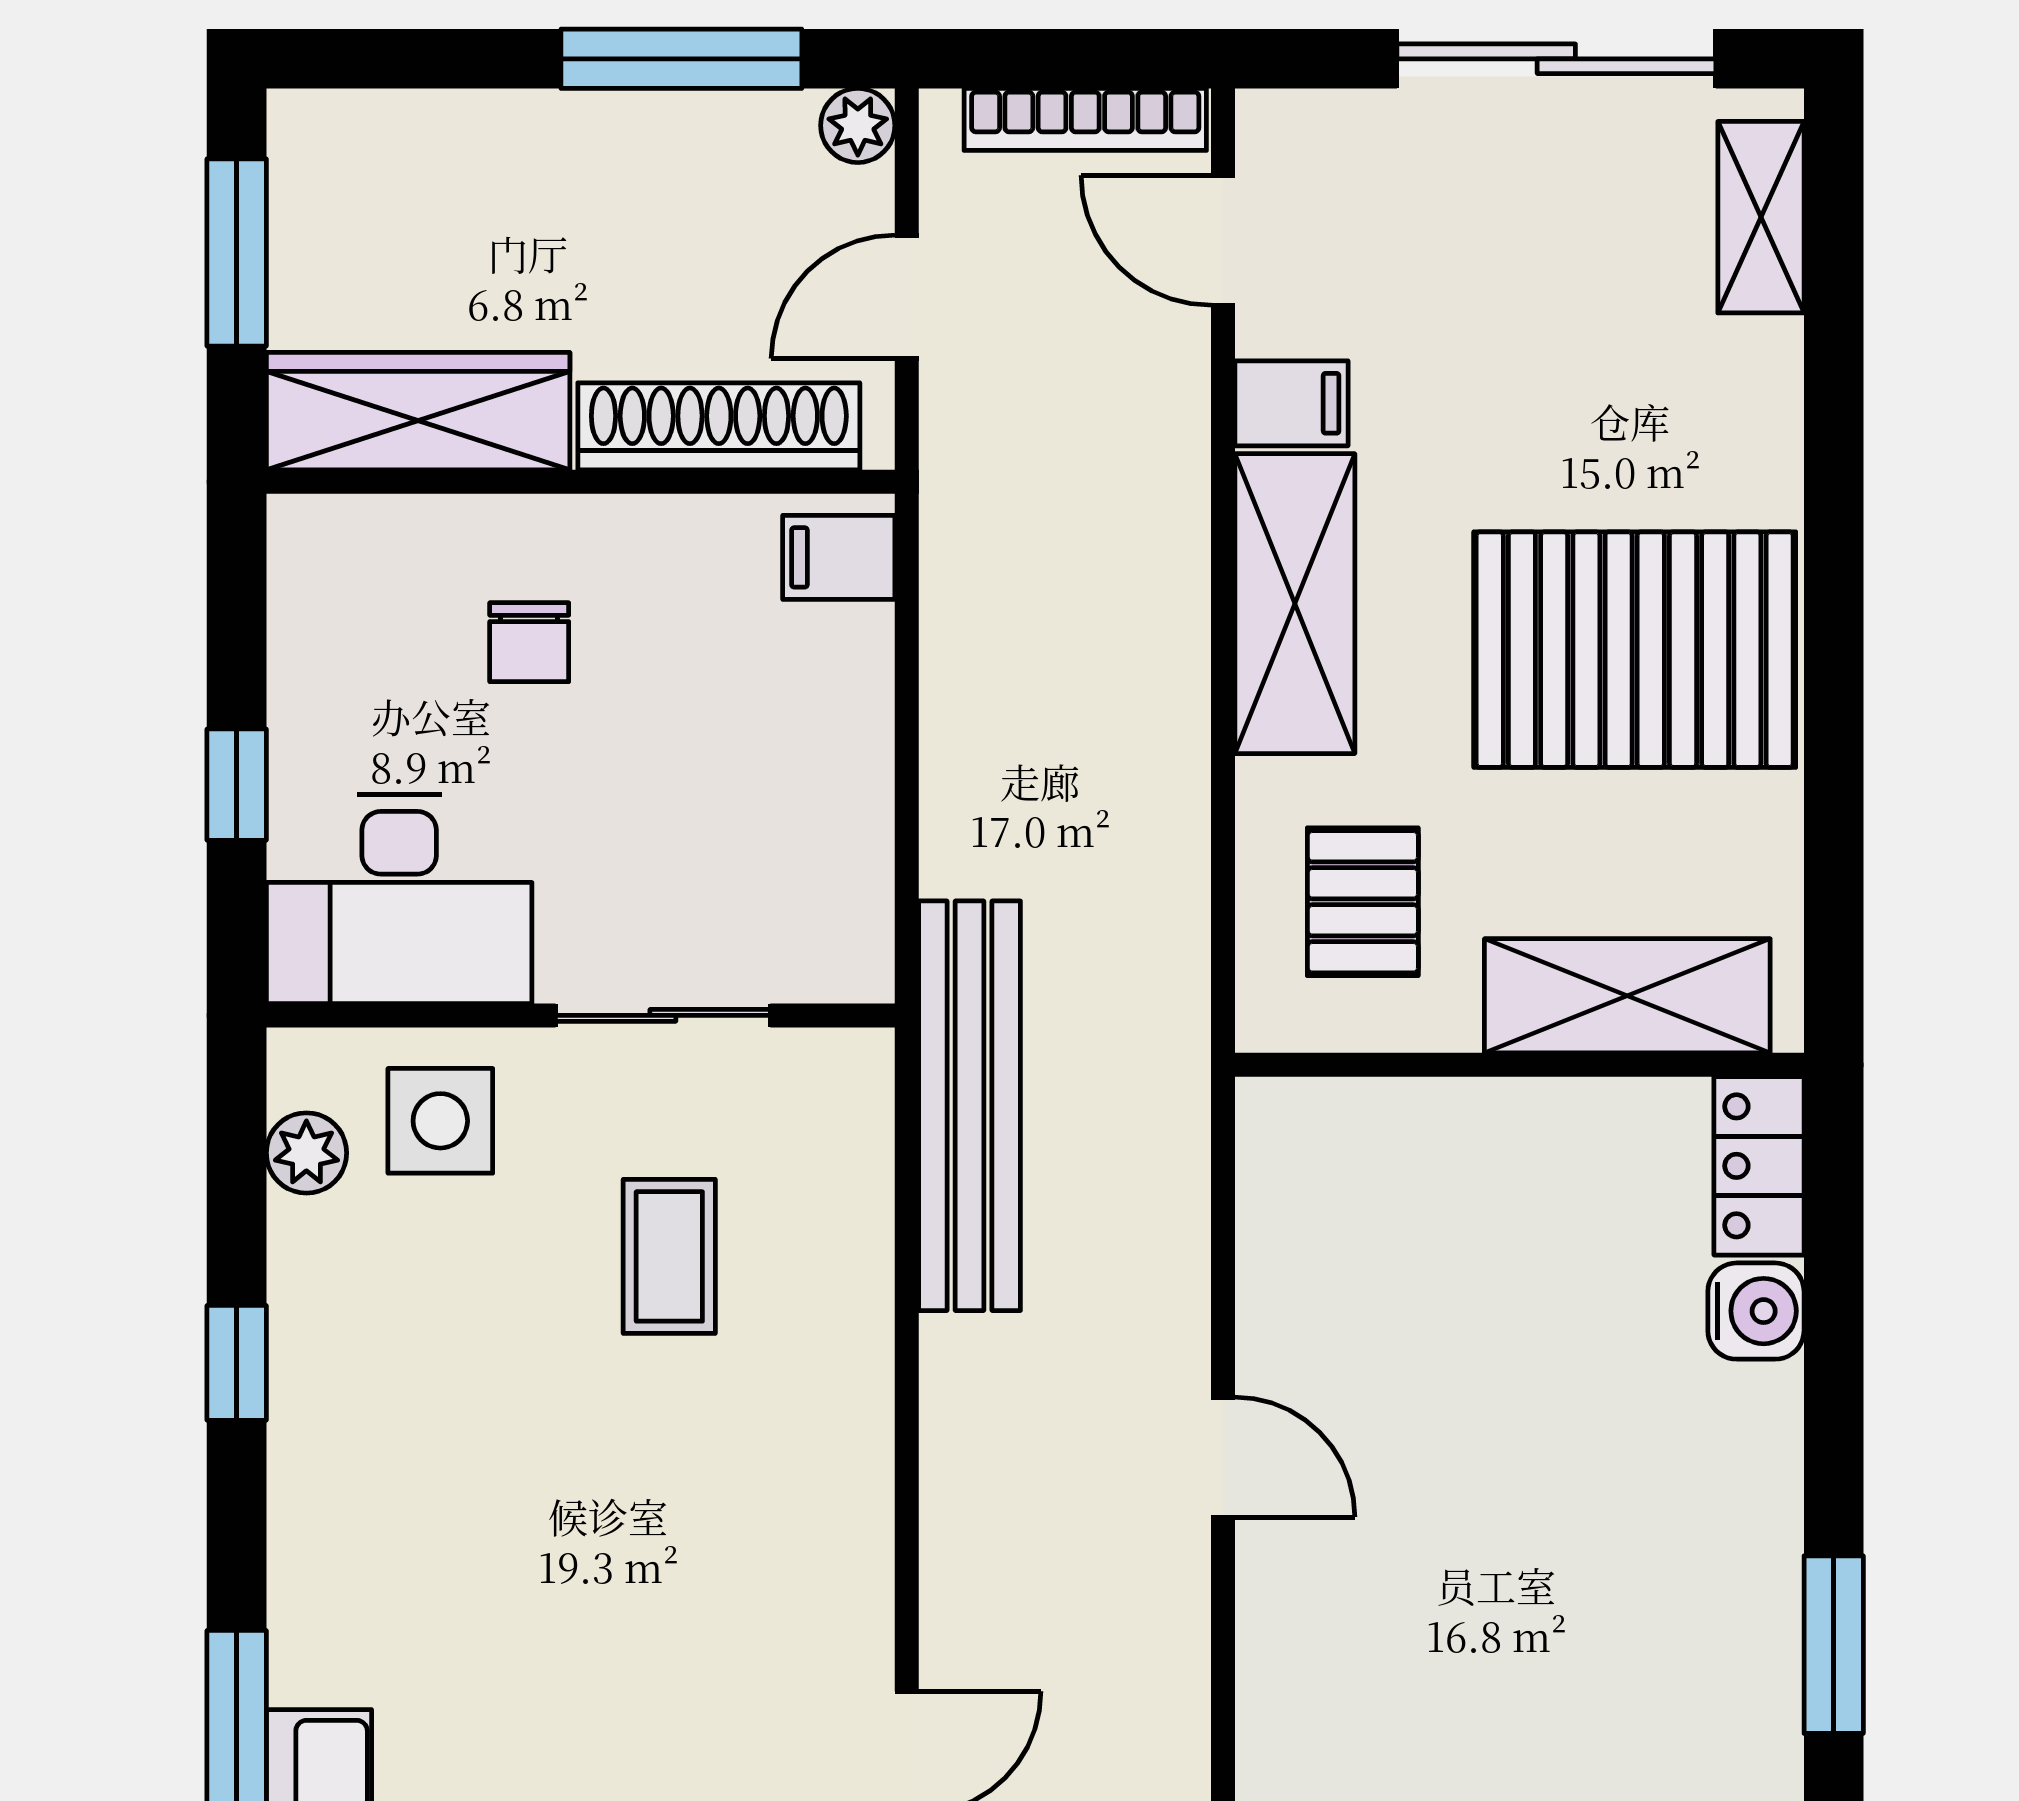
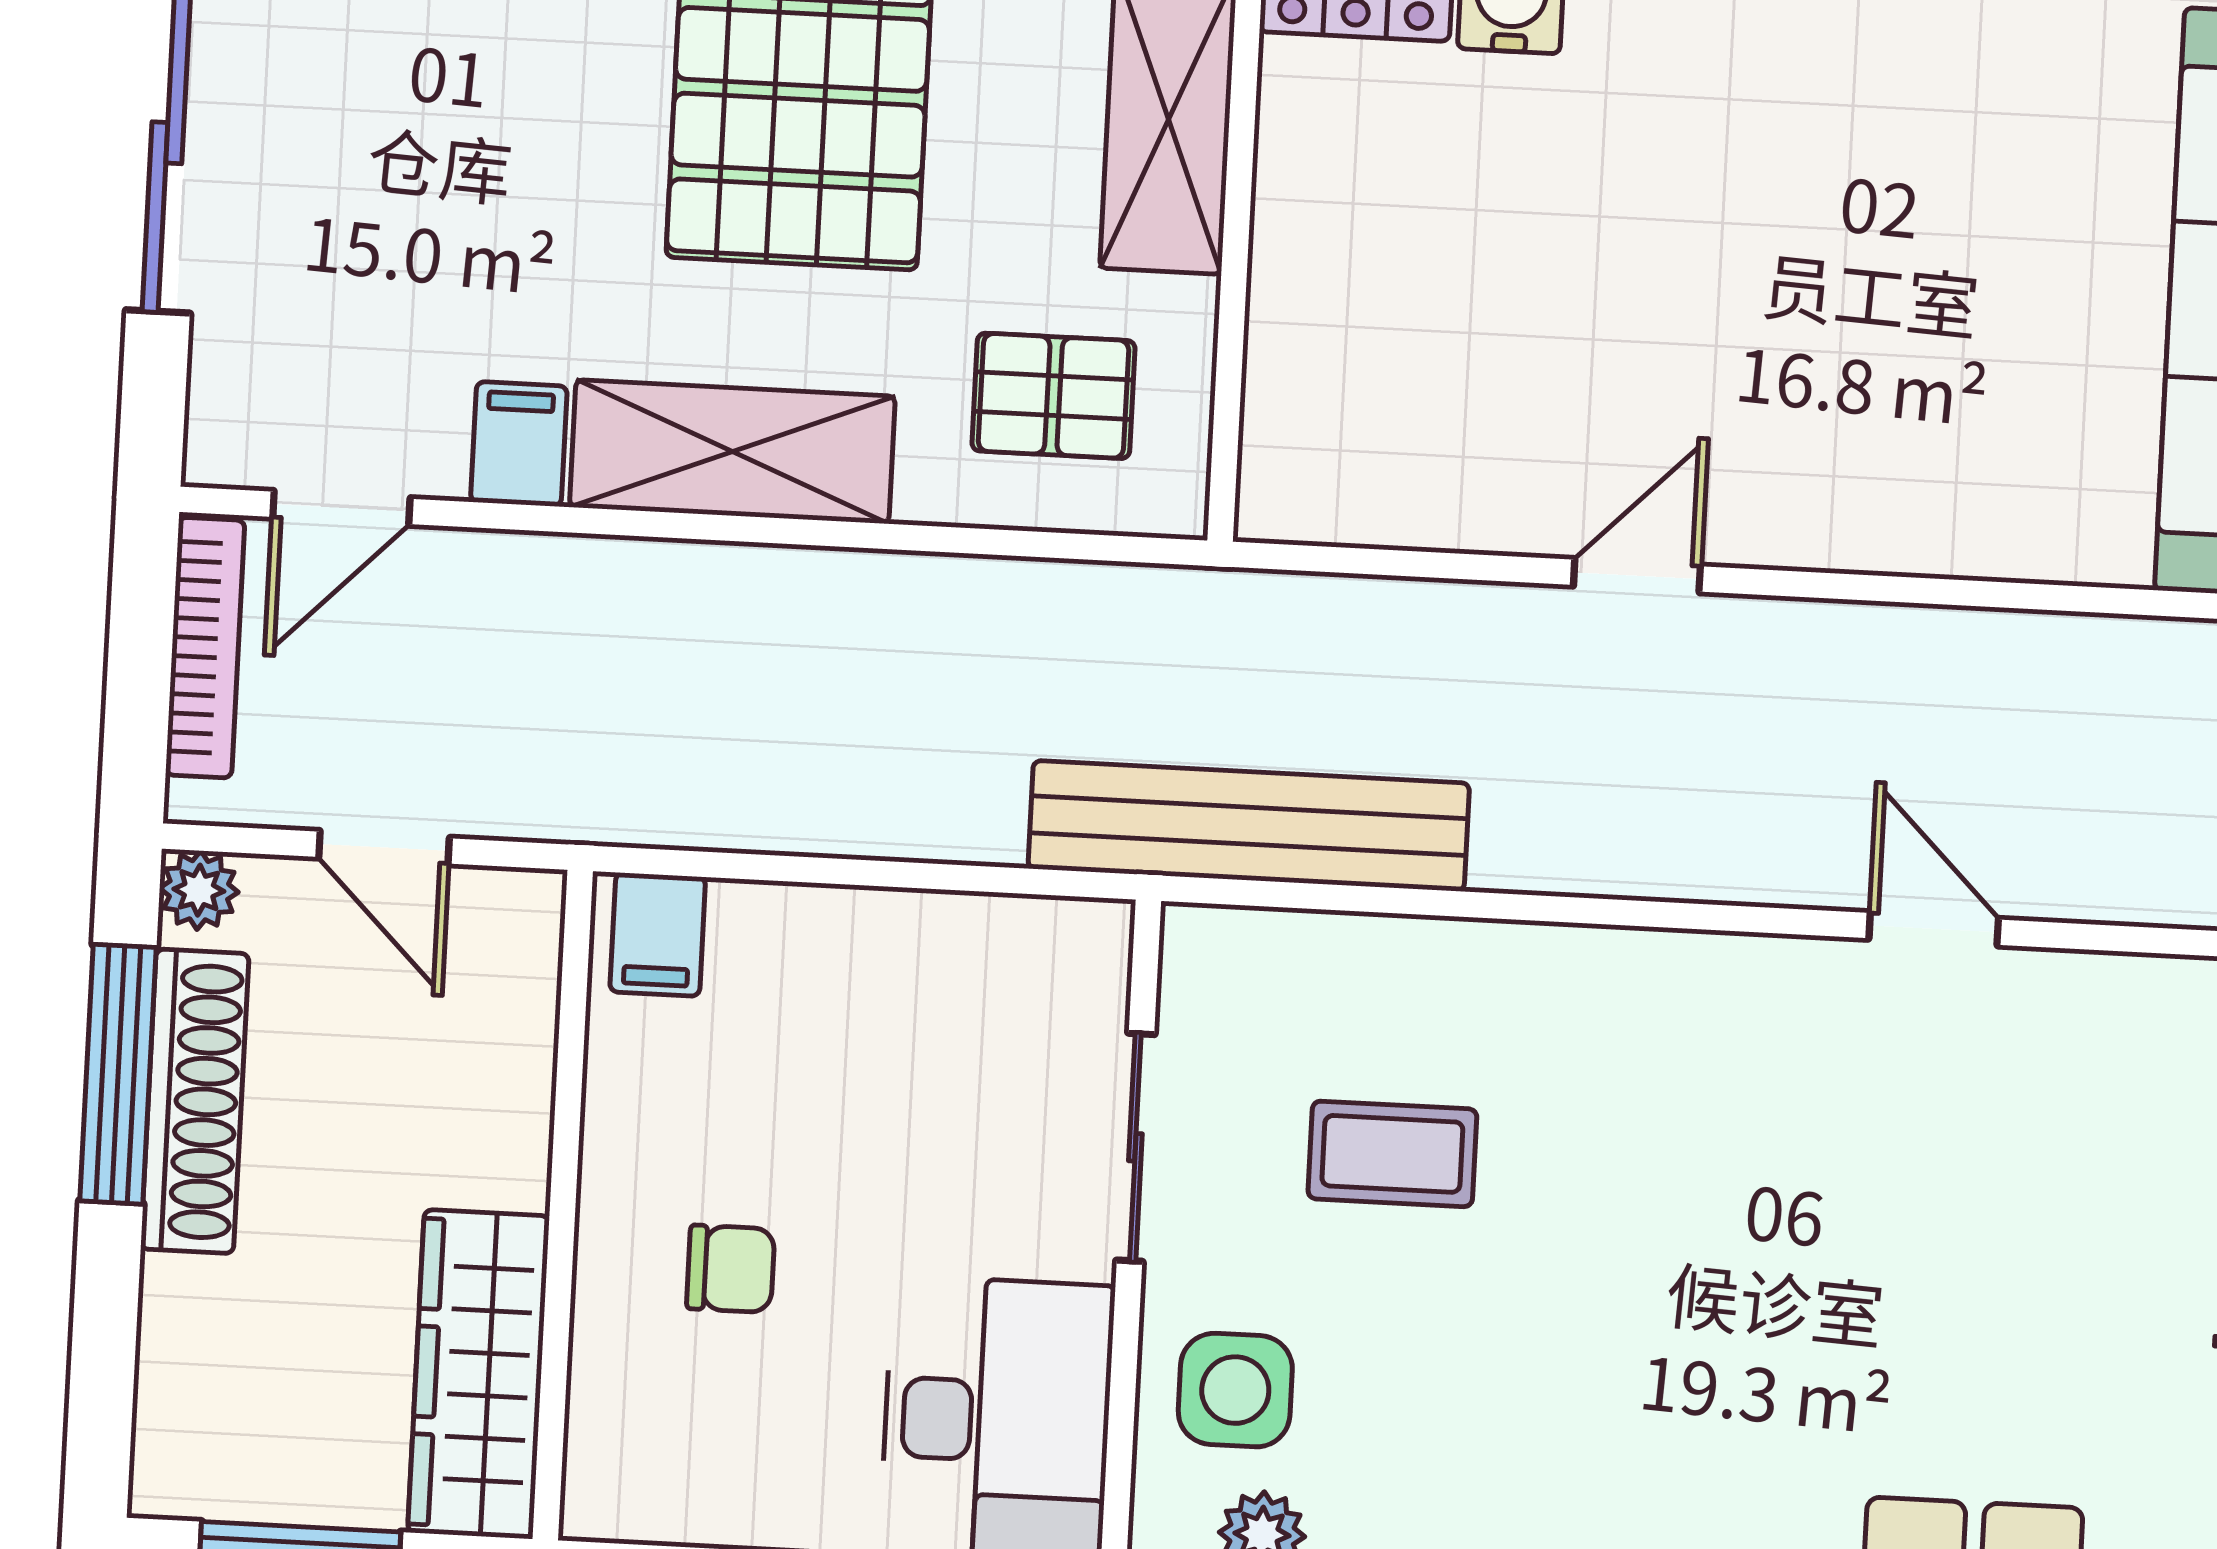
shoe rack: (719, 426) -> (195, 1101), moved, turned 180

